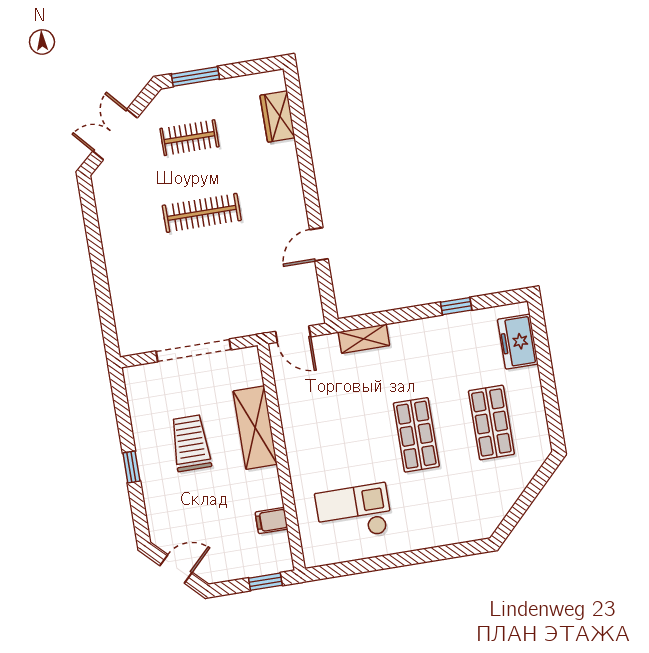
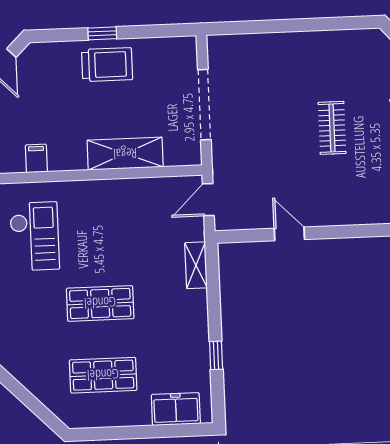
clothes rail: (202, 213) -> (332, 128), width x0.73
trolley: (191, 443) -> (107, 65), moved

